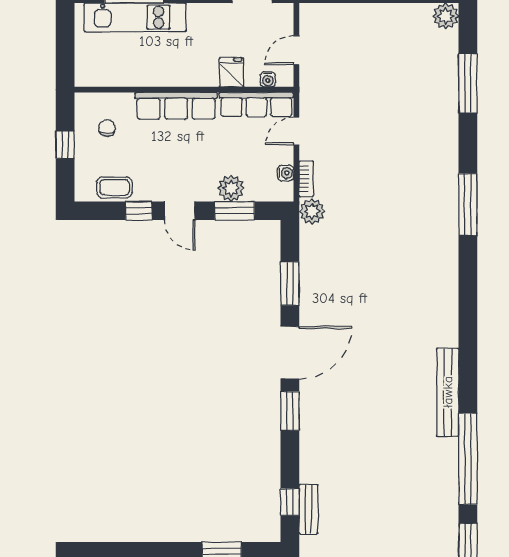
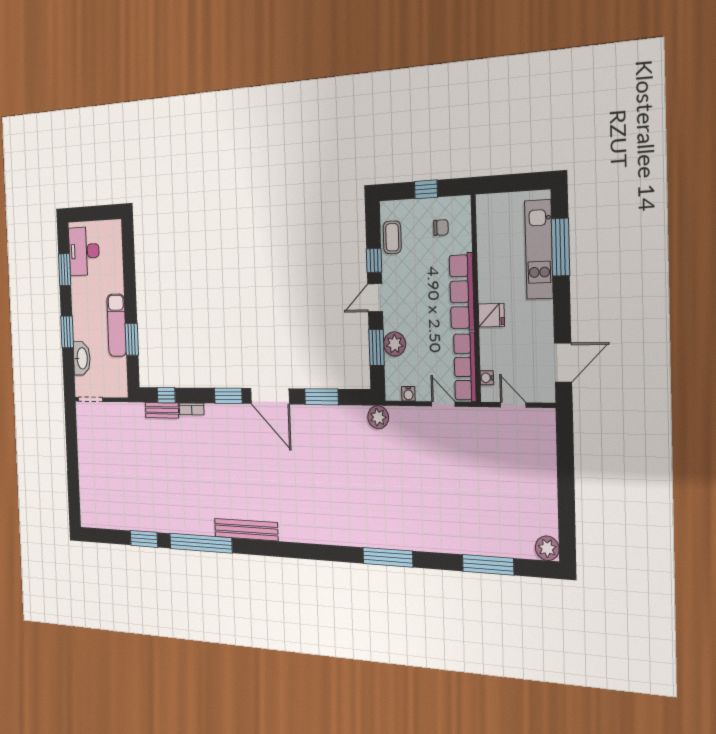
fridge: (232, 72) -> (491, 315), moved
bookcase: (306, 179) -> (192, 409), moved

